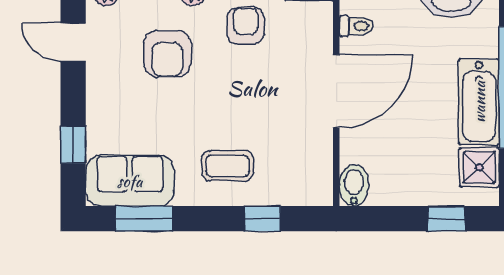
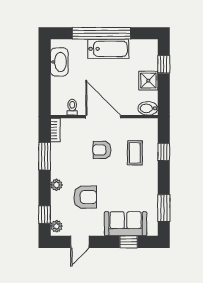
armchair: (246, 26) -> (102, 150), moved
coffee table: (228, 166) -> (135, 153), moved
shower: (479, 167) -> (148, 81), moved
sofa: (130, 181) -> (126, 224), moved, turned 90

